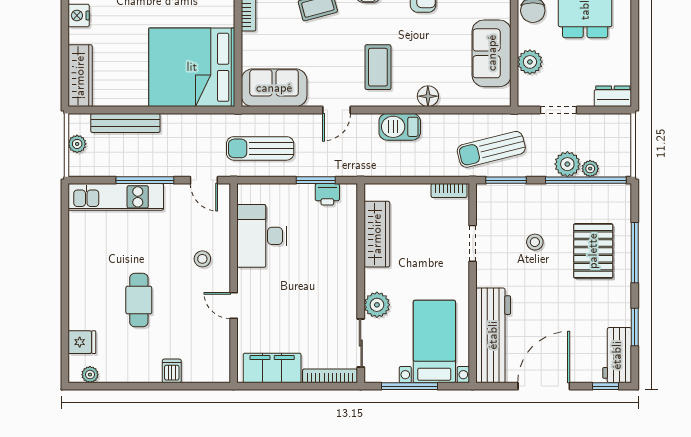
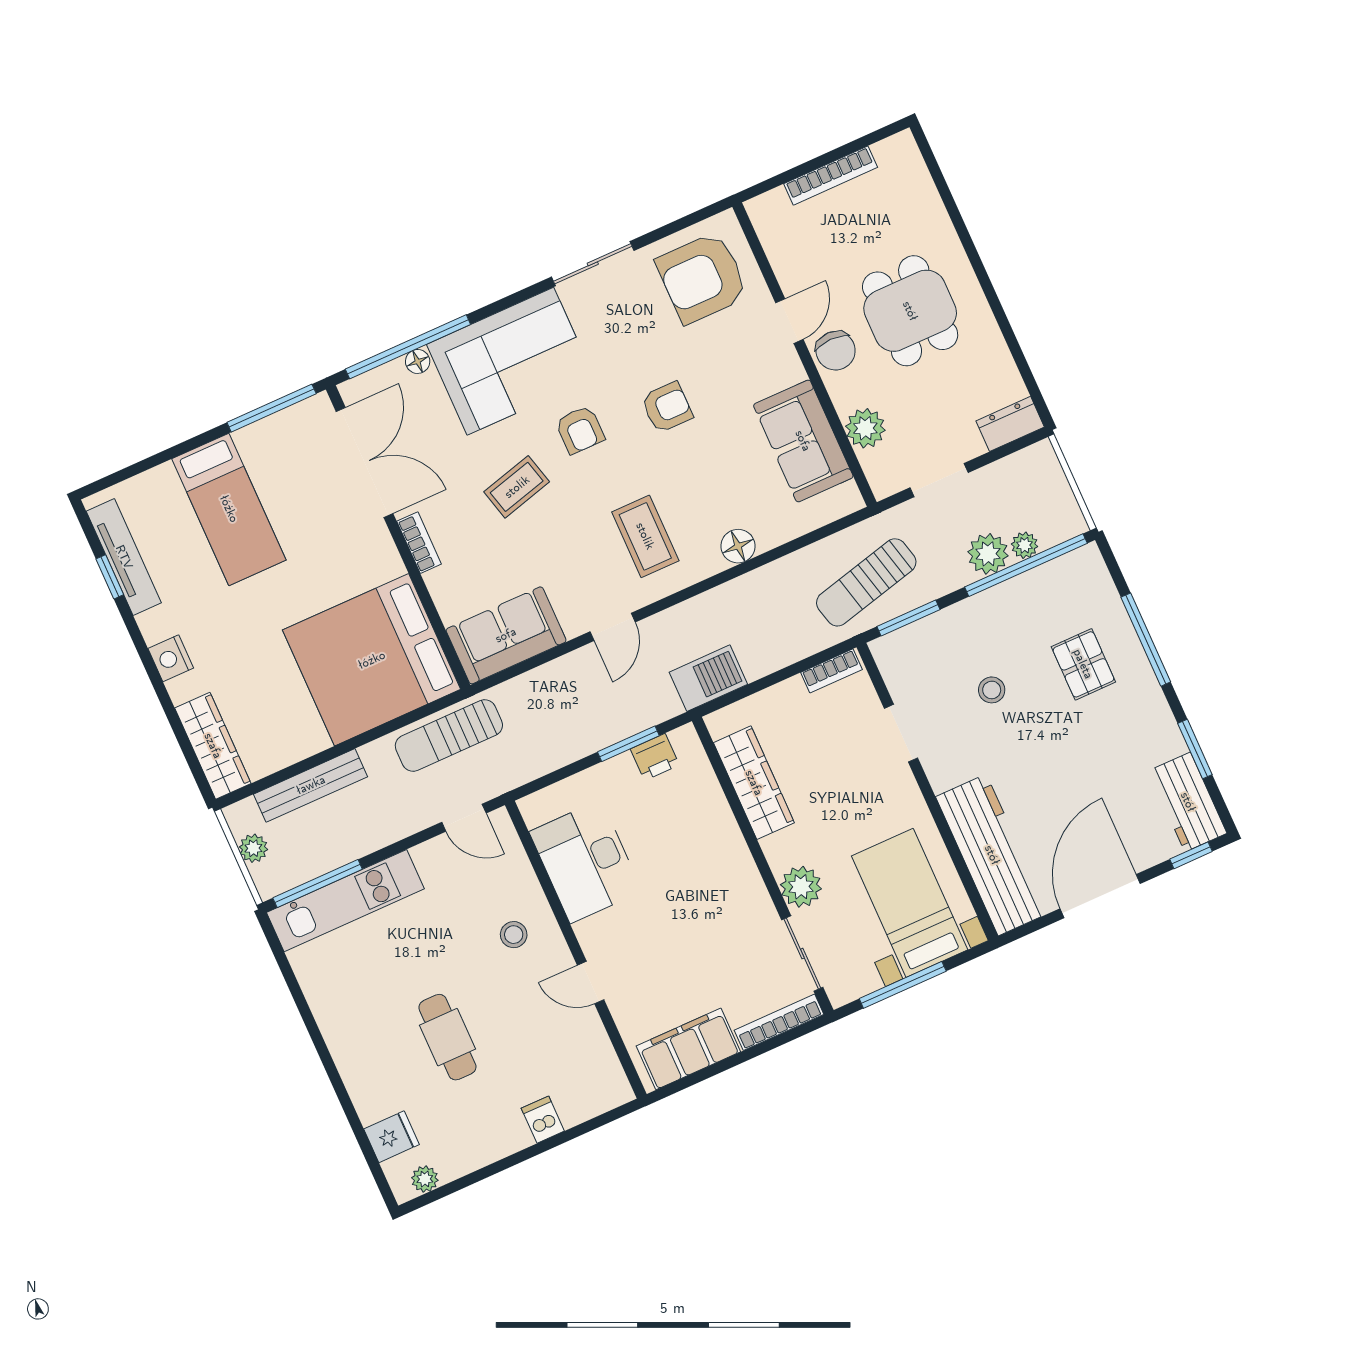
barbecue: (400, 127) -> (708, 678), moved, turned 180
sun lounger: (260, 148) -> (449, 736), moved
window: (145, 180) -> (318, 884), moved
pallet: (593, 251) -> (1083, 664), width x0.67, depth x0.71

